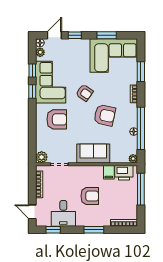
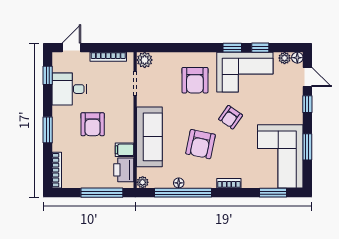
window: (141, 72) -> (273, 193), moved
sofa: (93, 153) -> (149, 137), width x1.36

